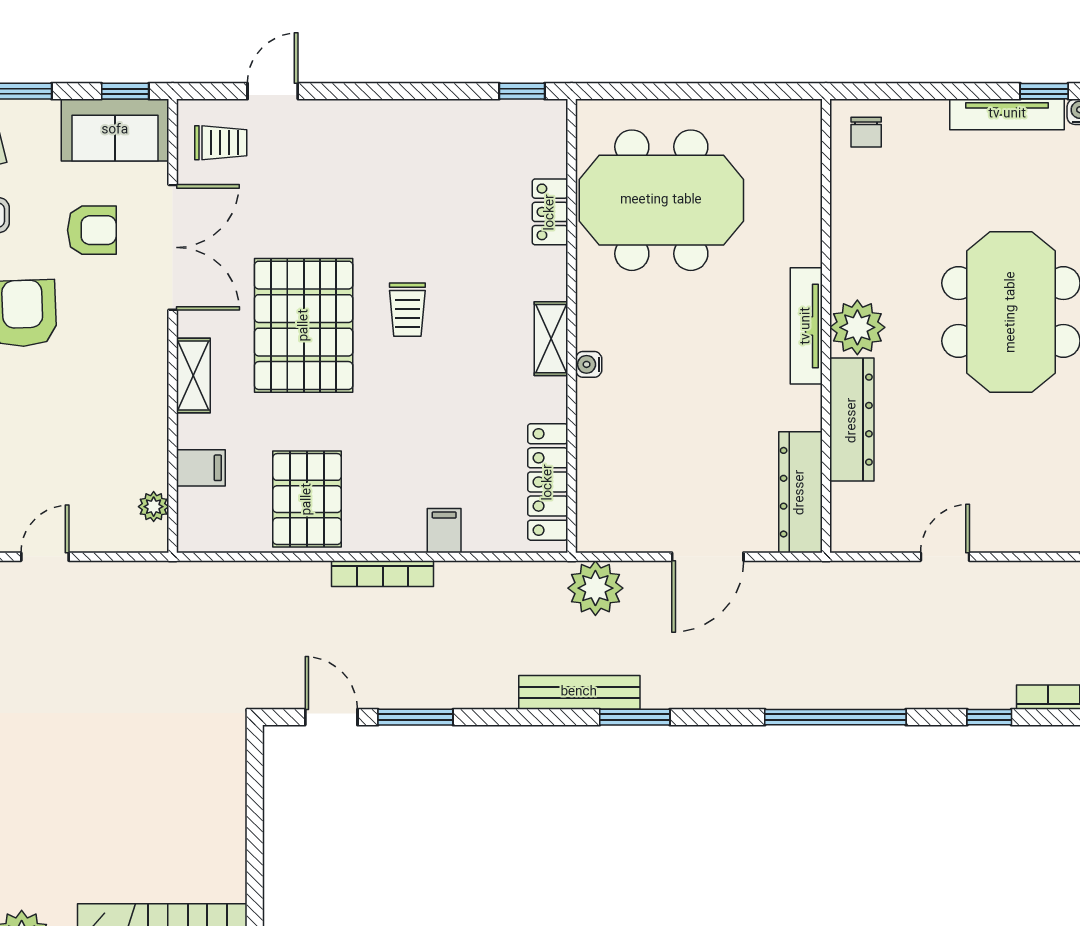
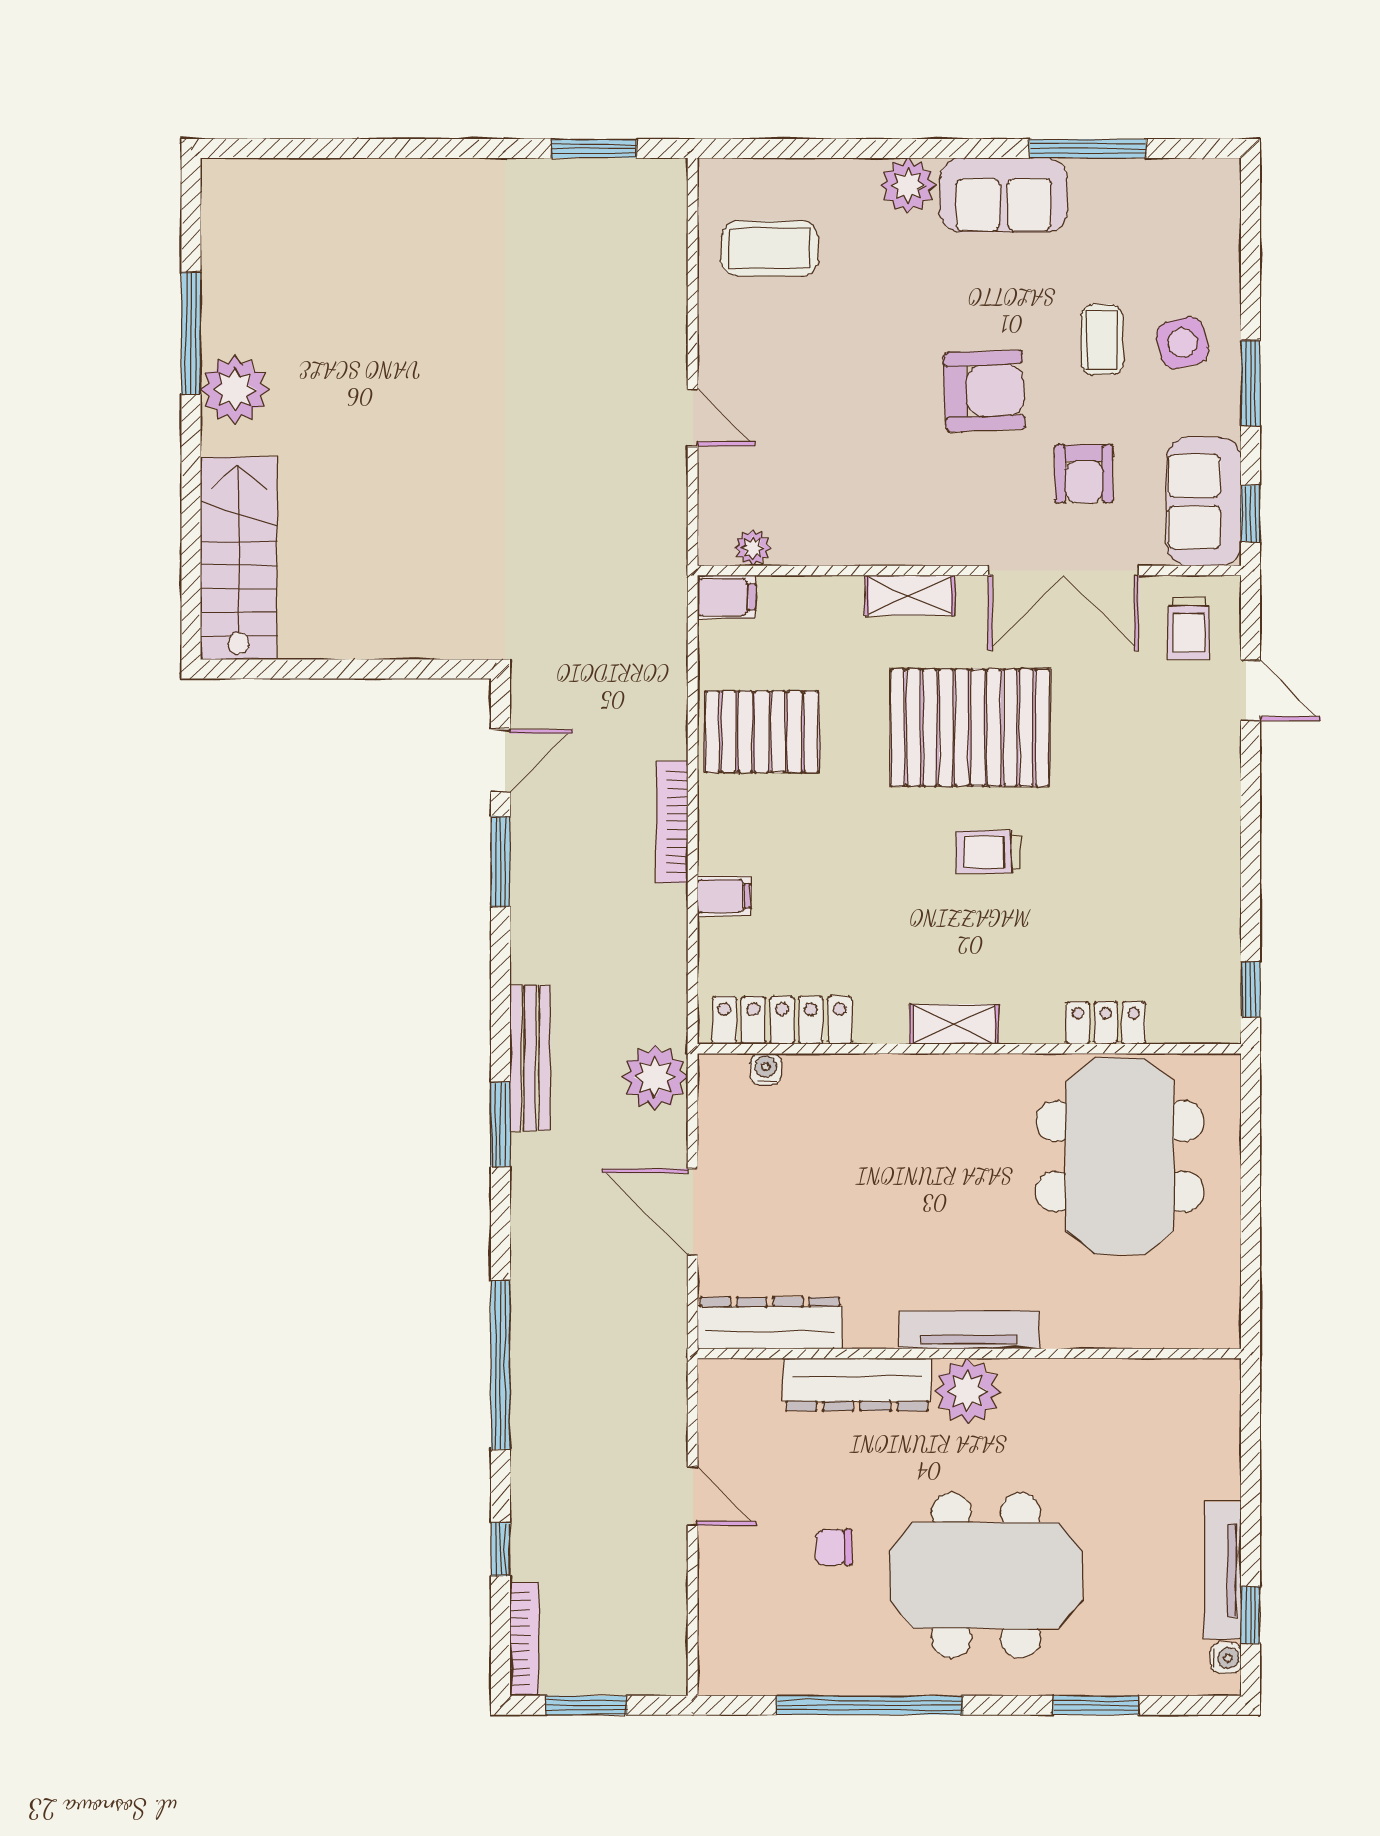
chair: (866, 132) -> (834, 1547), moved
water cooler: (589, 364) -> (766, 1069), moved
filing cabinet: (201, 468) -> (726, 597), moved, turned -90

